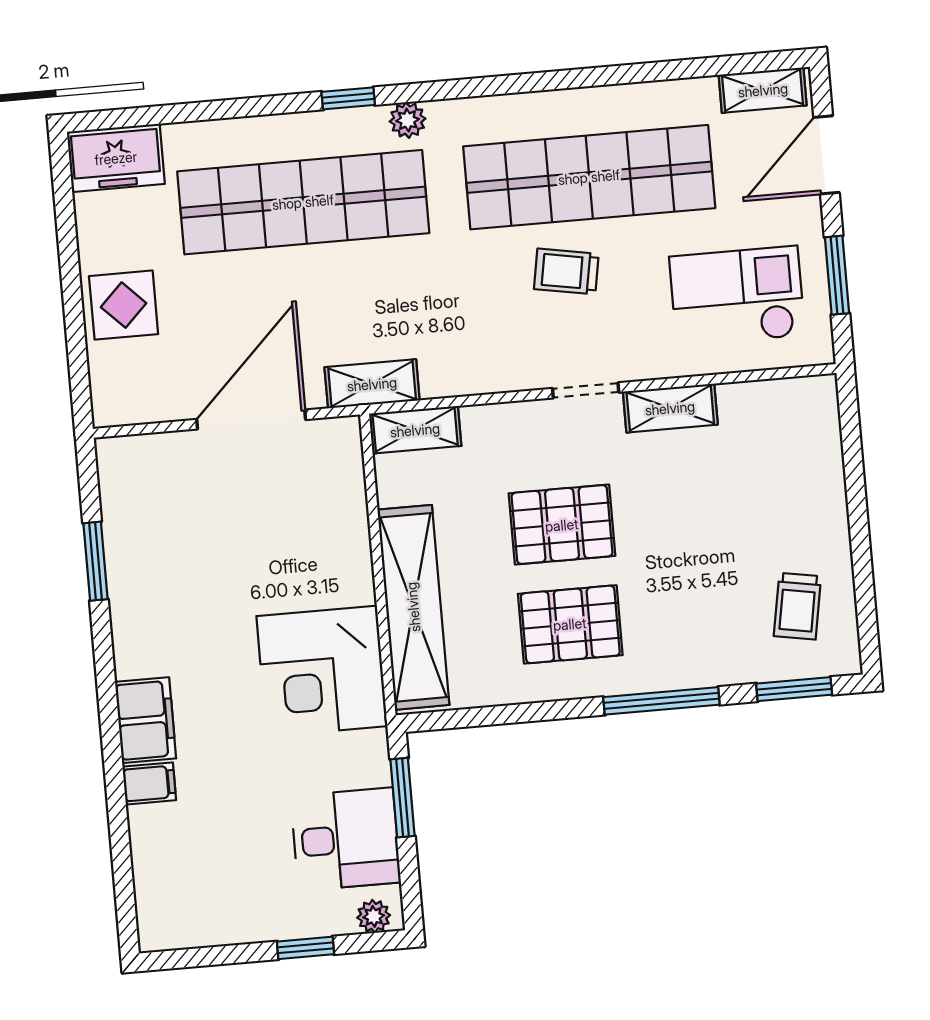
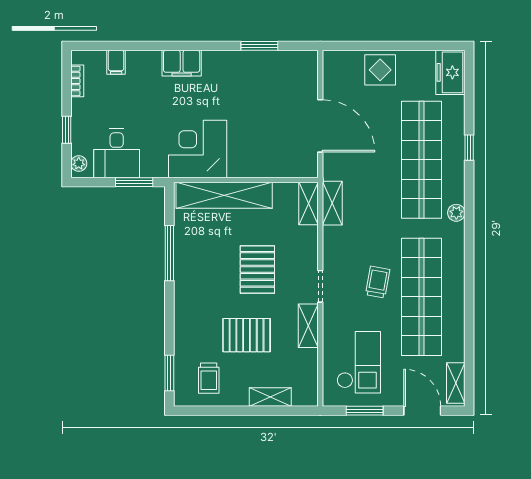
window: (348, 98) -> (469, 148), moved
shelving: (372, 384) -> (332, 203), moved
shelving: (826, 474) -> (270, 397), added
trolley: (797, 606) -> (209, 378), turned -100
pallet: (570, 624) -> (247, 335), moved, turned 90
window: (661, 701) -> (169, 253), moved
filing cabinet: (149, 783) -> (116, 62), moved
bookcase: (202, 935) -> (77, 81), added

